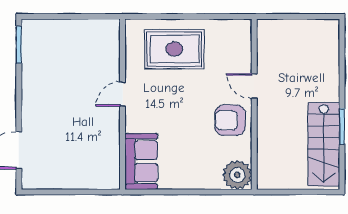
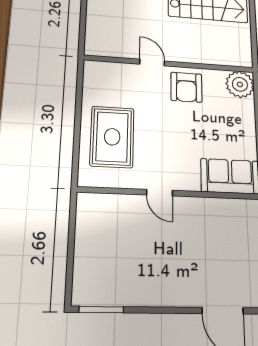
door: (254, 86) -> (152, 63), swing flipped

